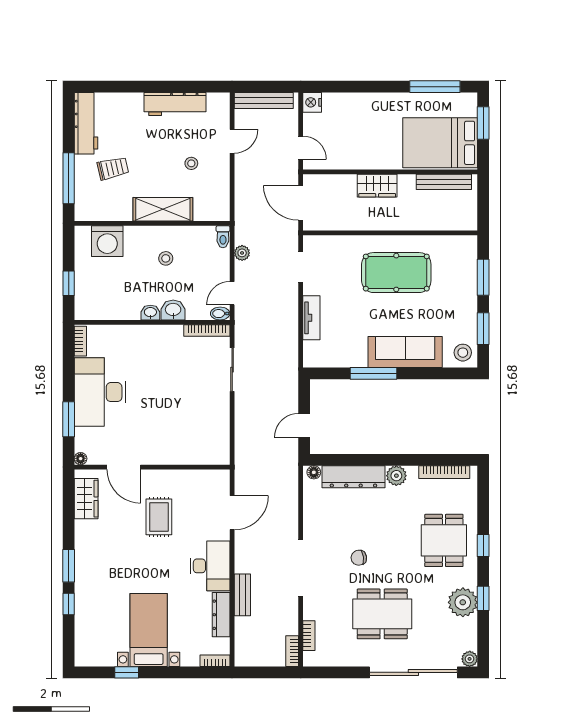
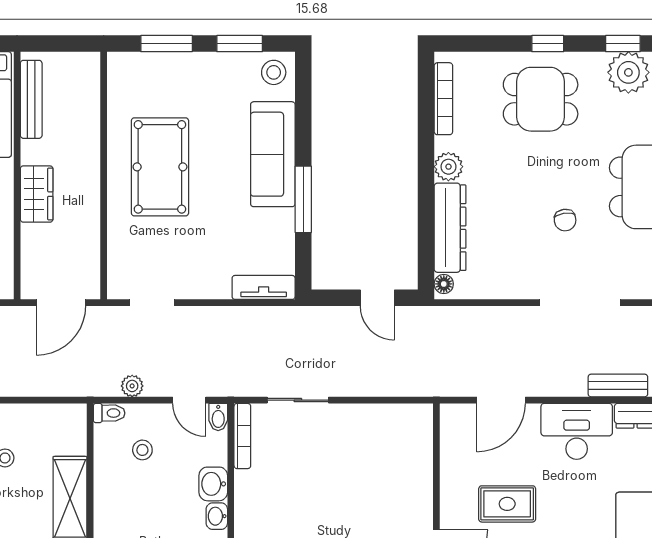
stool: (166, 258) -> (142, 450), moved
tv unit: (311, 318) -> (264, 287), moved
door: (232, 513) -> (501, 400), swing flipped

